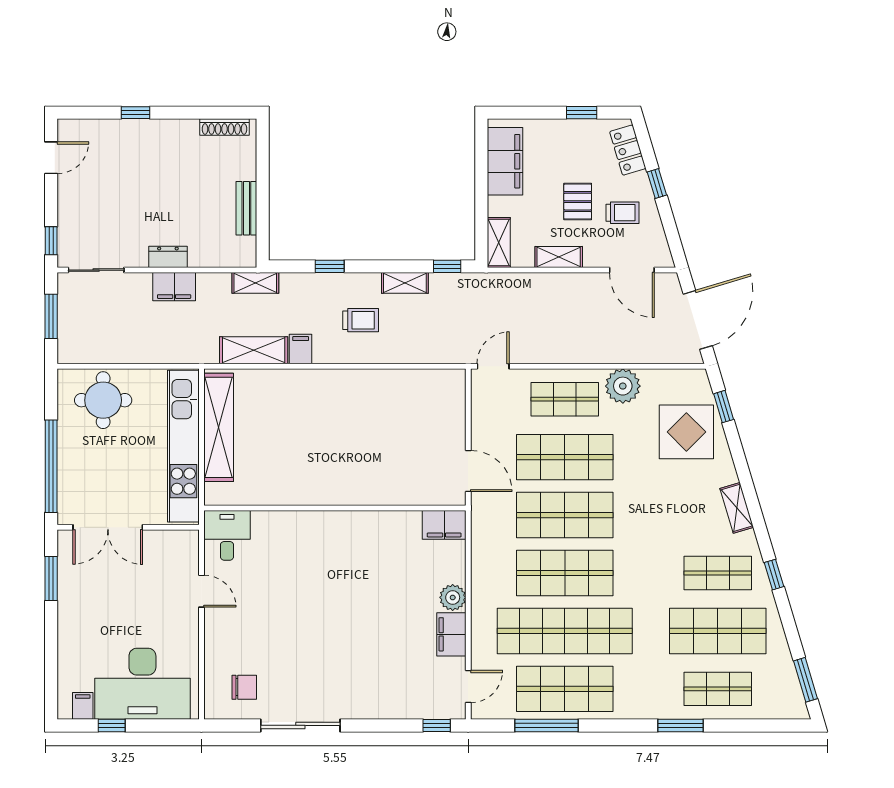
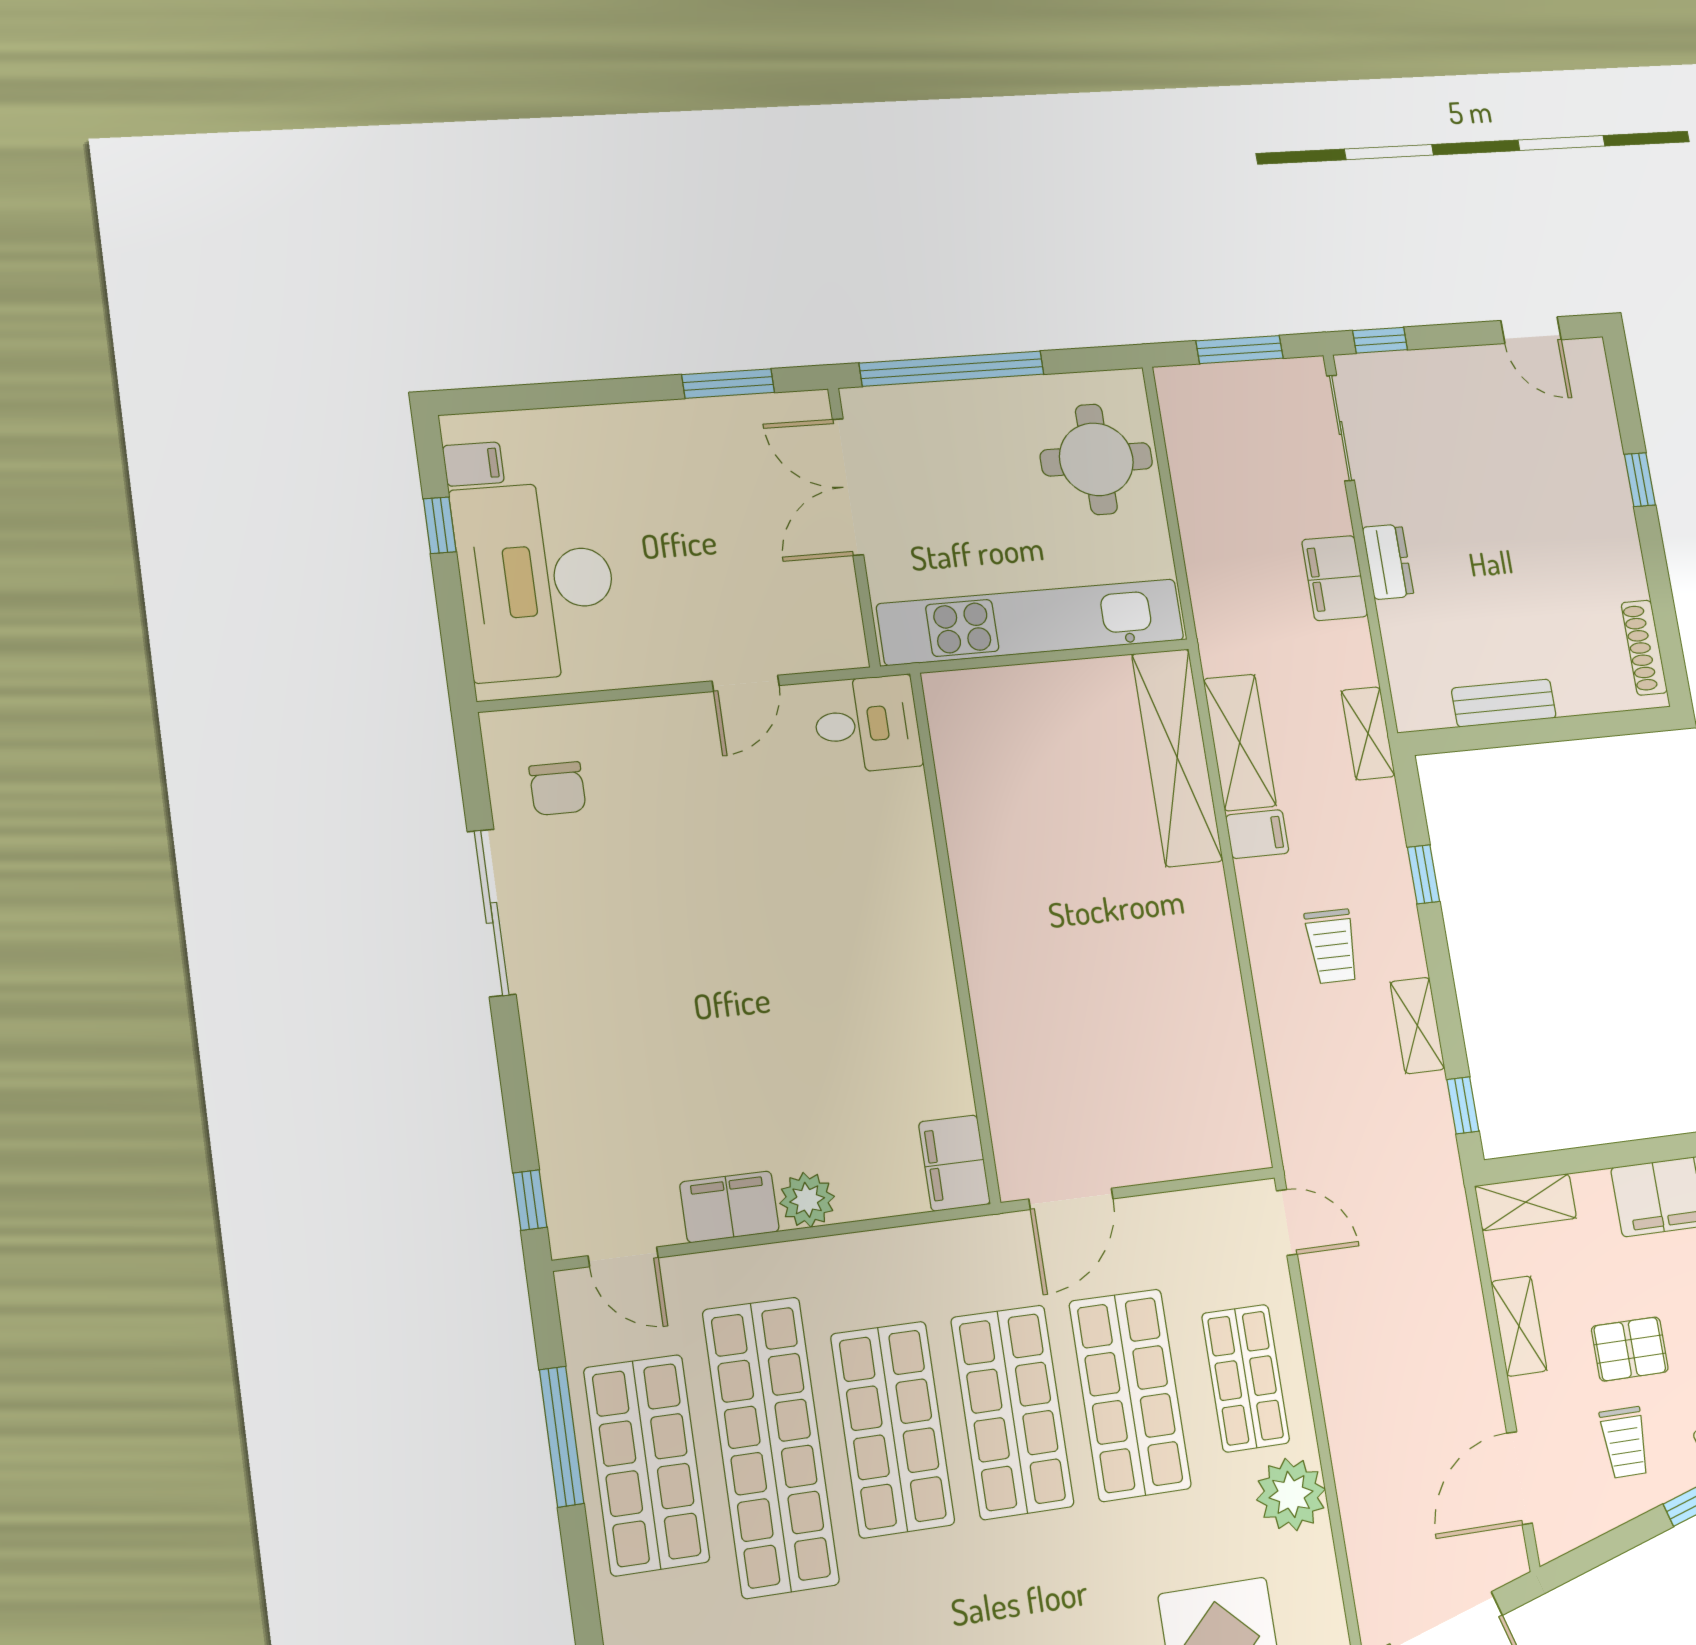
shelving: (219, 427) -> (1177, 757), moved, turned 90

